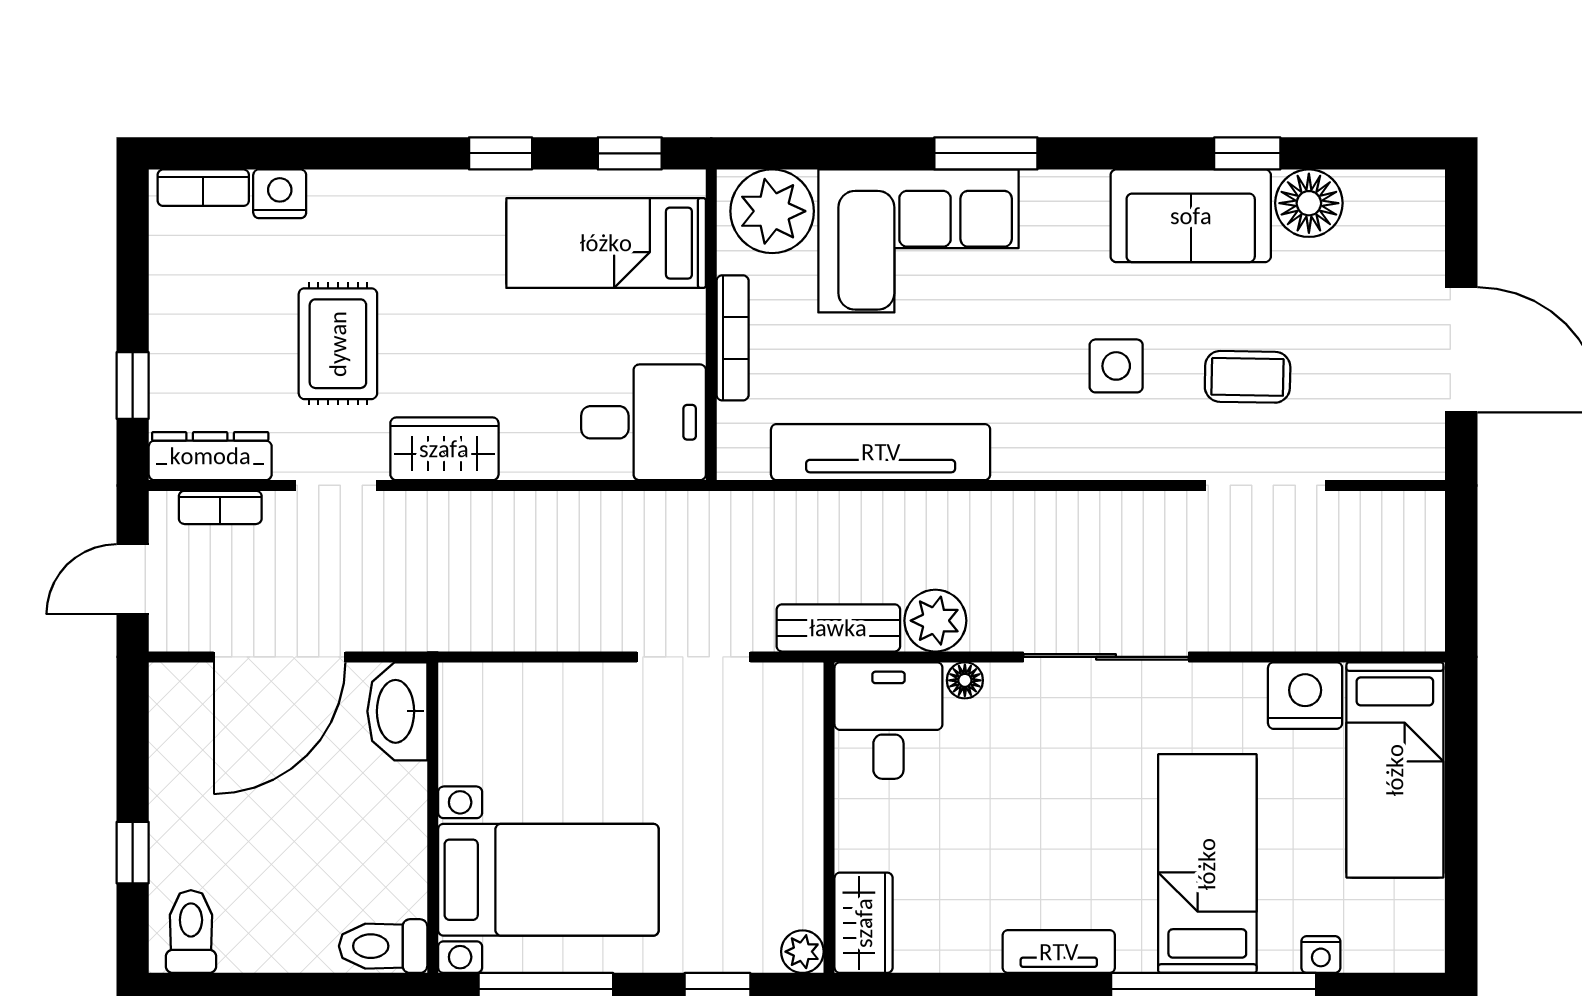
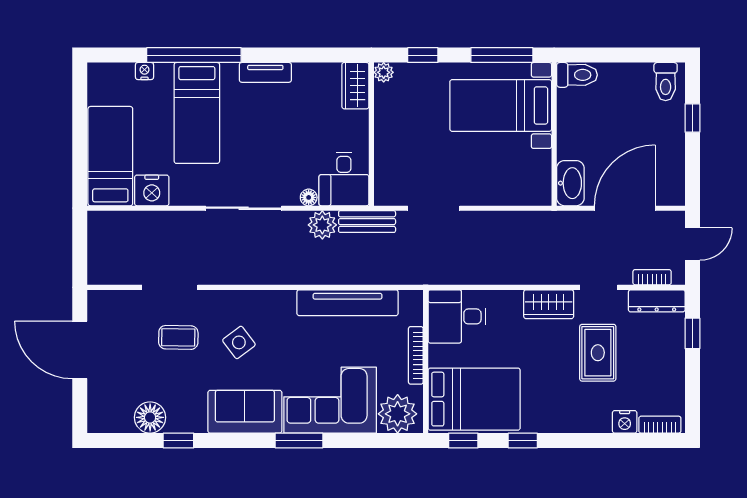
sofa: (1191, 216) -> (245, 412), moved
bed: (606, 243) -> (474, 399), width x1.50
side table: (1116, 366) -> (239, 342), turned -37

